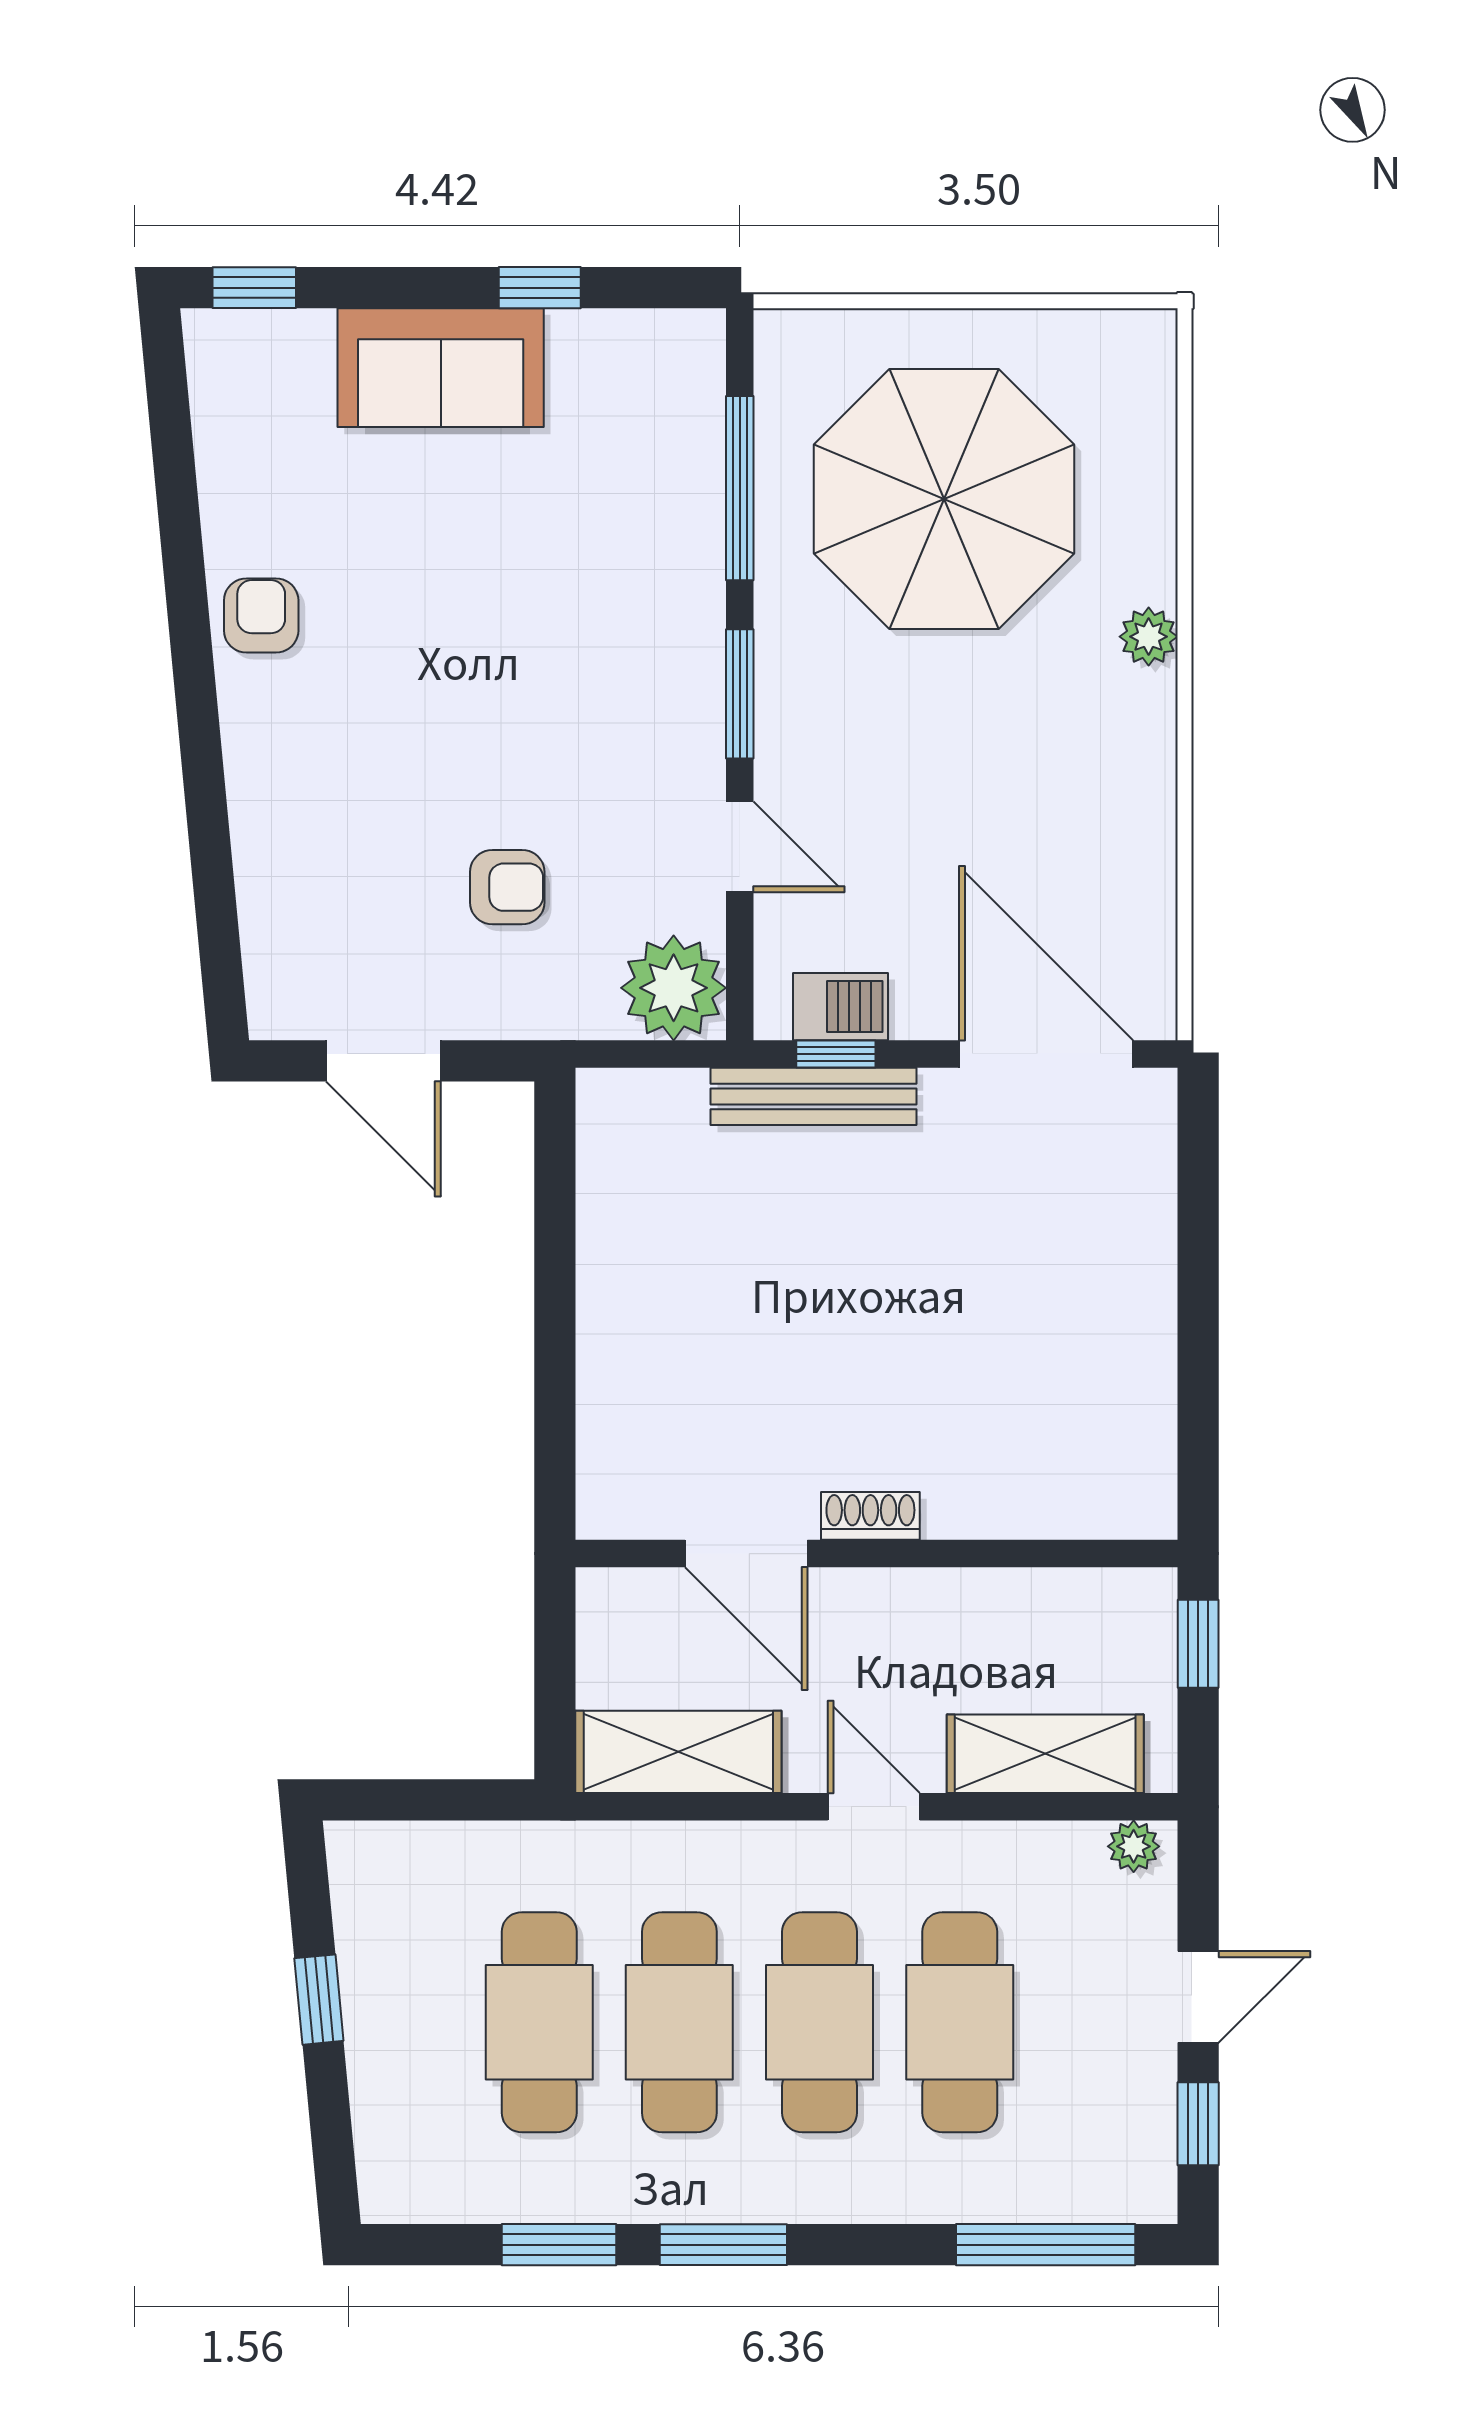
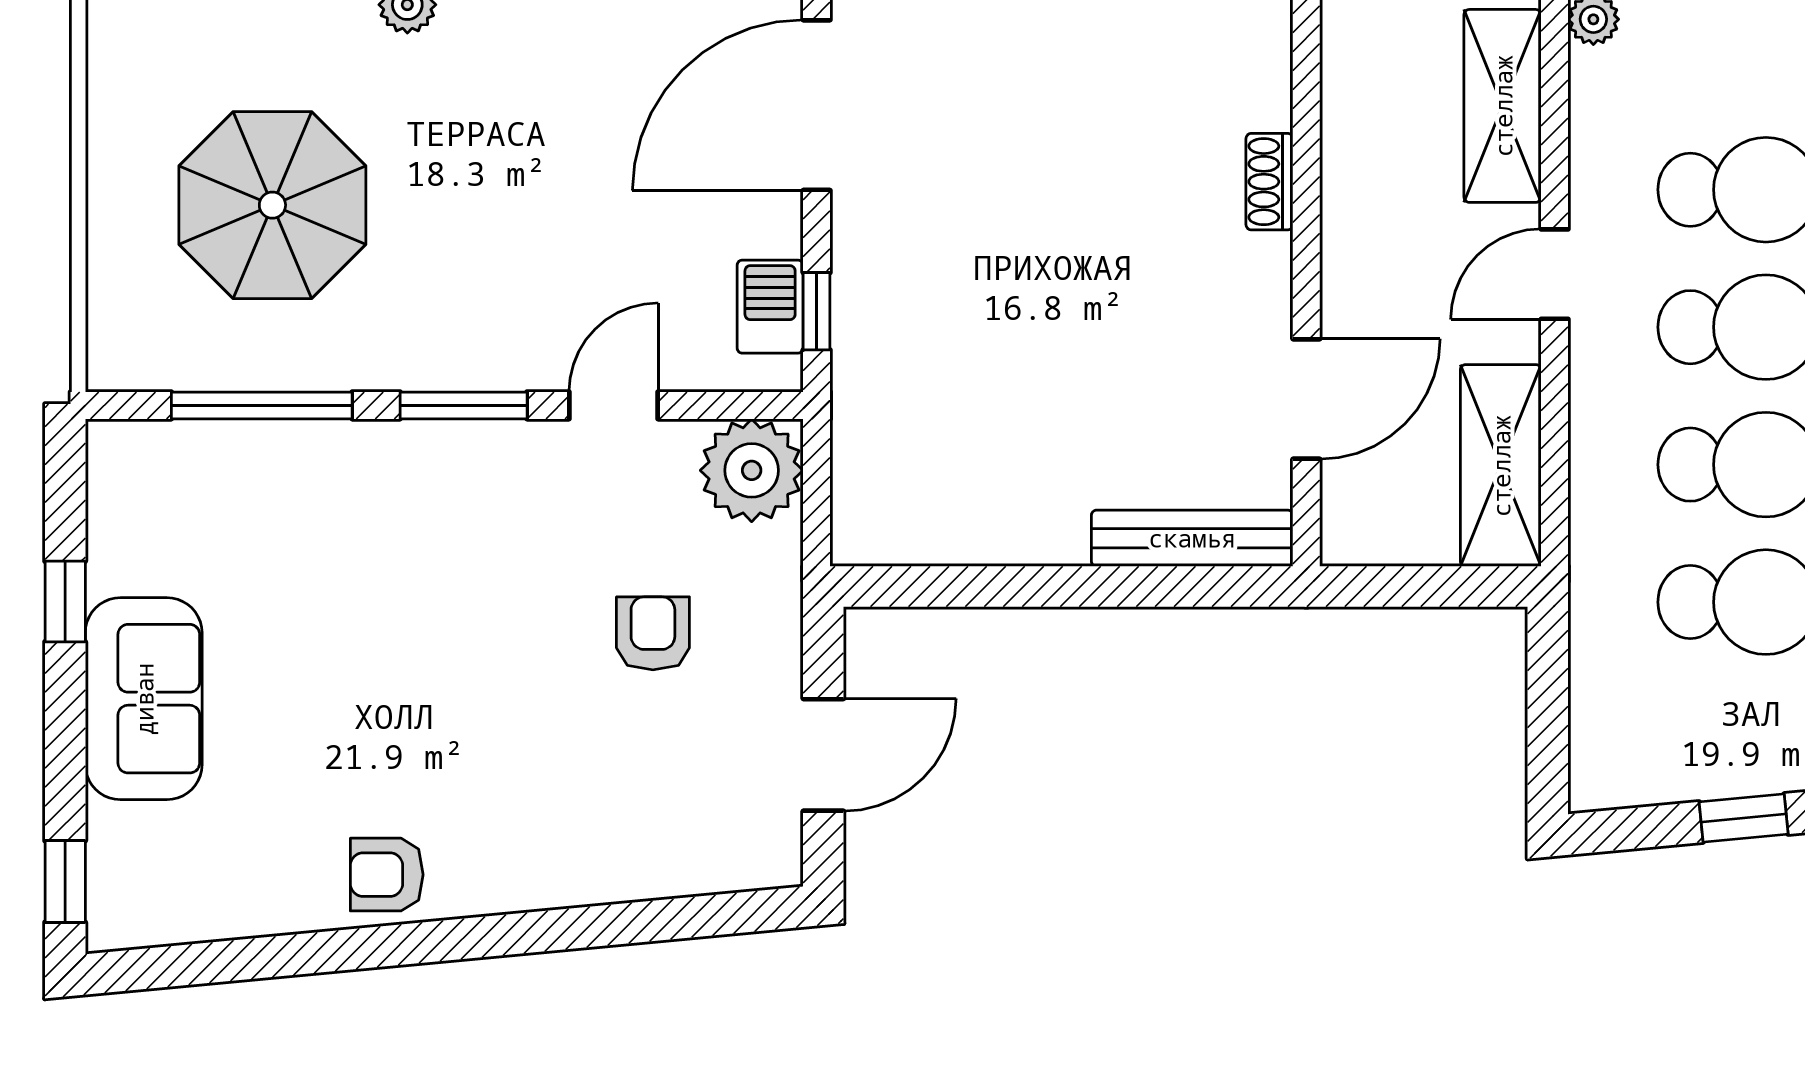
parasol: (944, 499) -> (272, 205), width x0.73, depth x0.73
bench: (813, 1096) -> (1192, 538), moved, turned 90
shoe rack: (870, 1516) -> (1269, 182), moved

